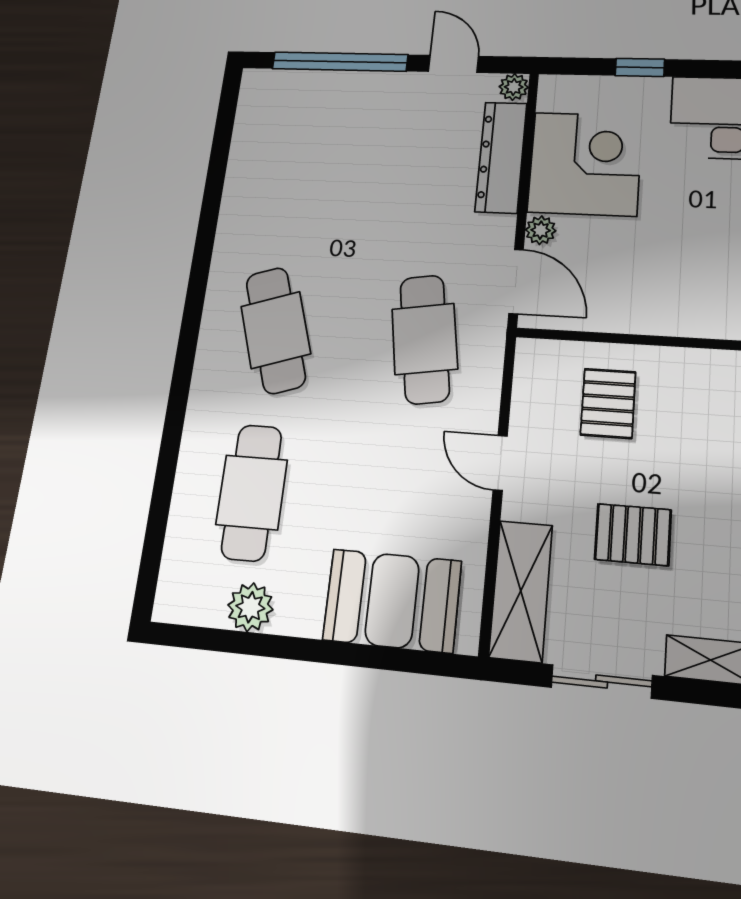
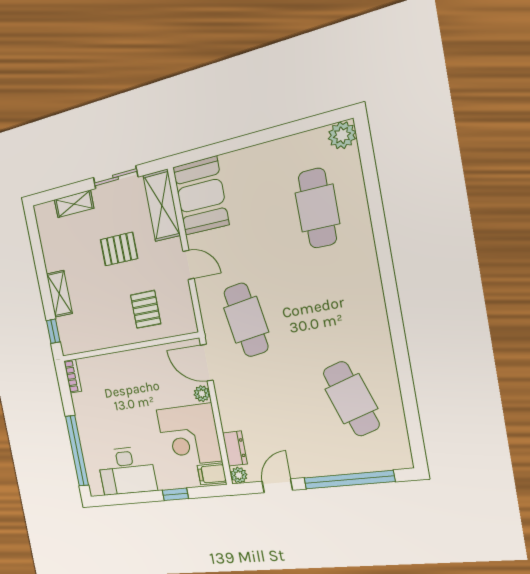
door: (453, 64) -> (277, 486), swing flipped
filing cabinet: (561, 94) -> (212, 474), added
dresser: (501, 157) -> (235, 448), width x0.51, depth x0.80
cafe table: (276, 330) -> (351, 399), moved
booth: (392, 600) -> (201, 196), moved, turned 90
plant: (250, 607) -> (342, 135), moved

